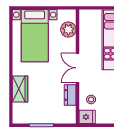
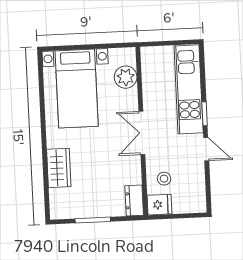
dresser: (70, 95) -> (134, 201), moved

